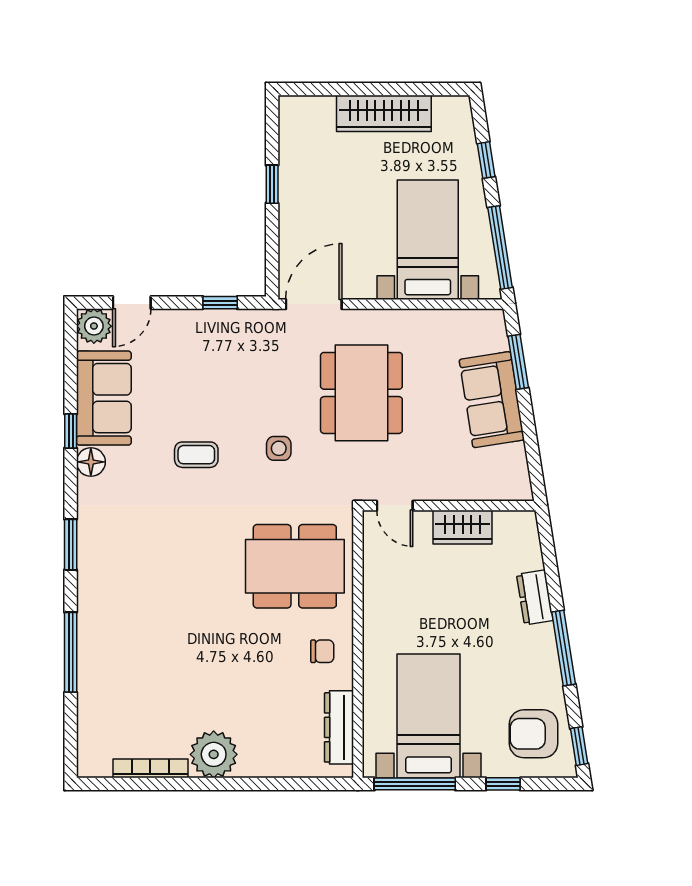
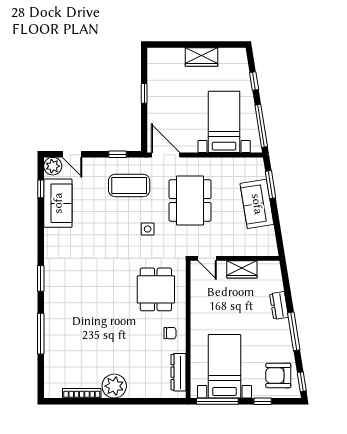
wardrobe: (384, 113) -> (202, 57), width x0.67
door: (132, 303) -> (72, 154), hinge flipped
door: (314, 304) -> (166, 155), hinge flipped
window: (71, 431) -> (41, 189), moved
coffee table: (196, 455) -> (129, 185), moved, width x1.86, depth x1.72
floor lamp: (91, 462) -> (51, 236), removed
dining table: (295, 566) -> (156, 289), width x0.73

